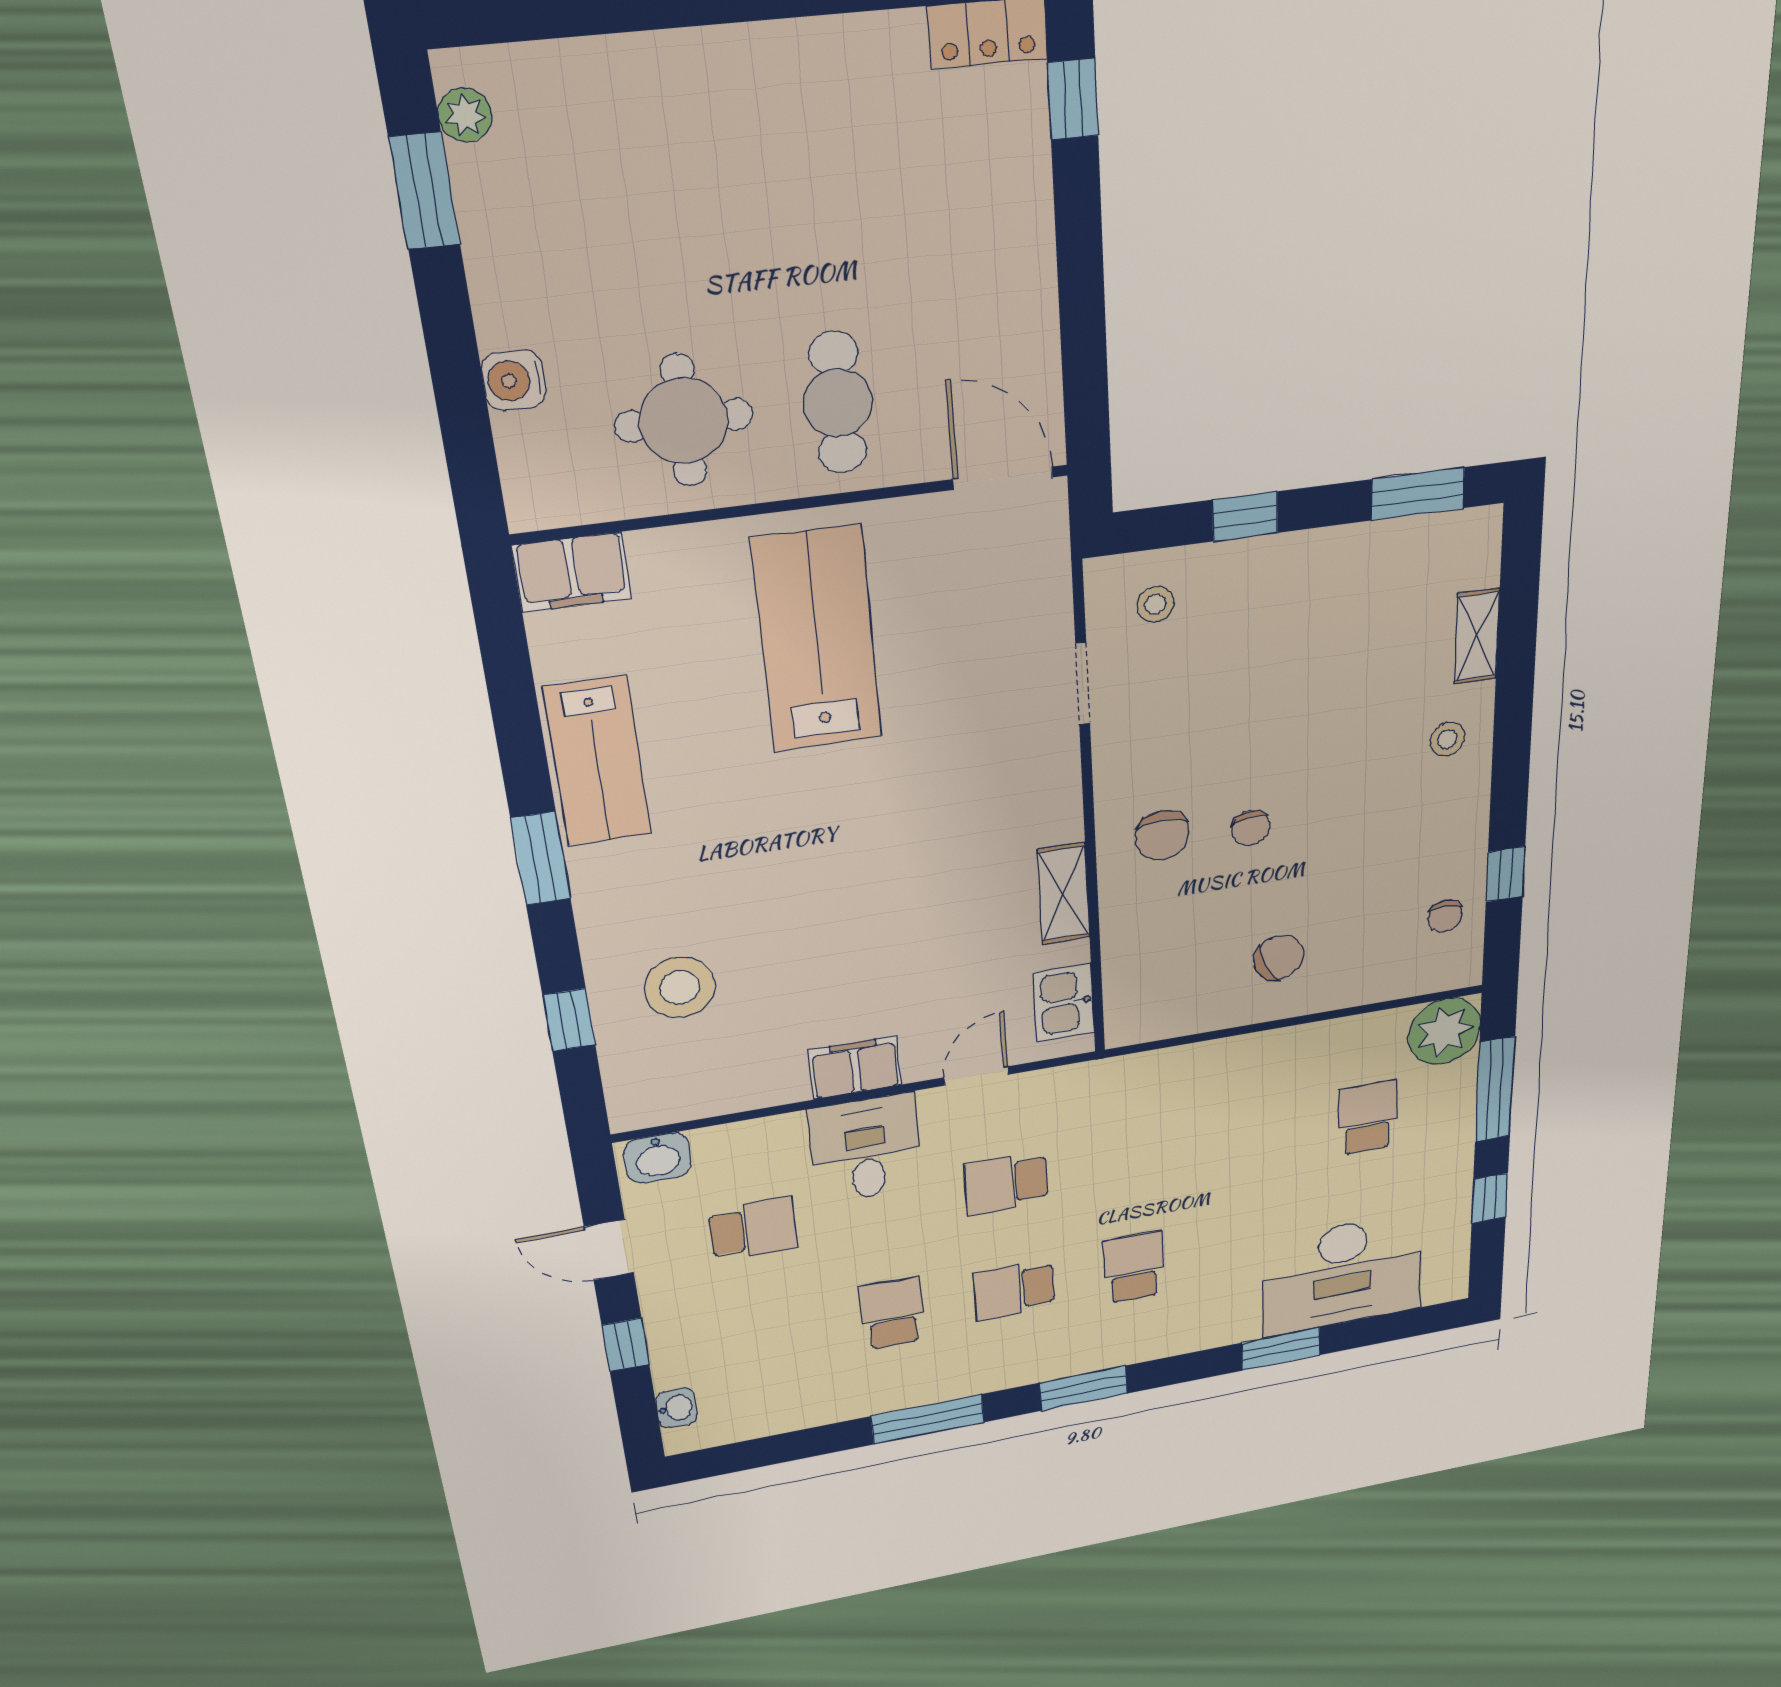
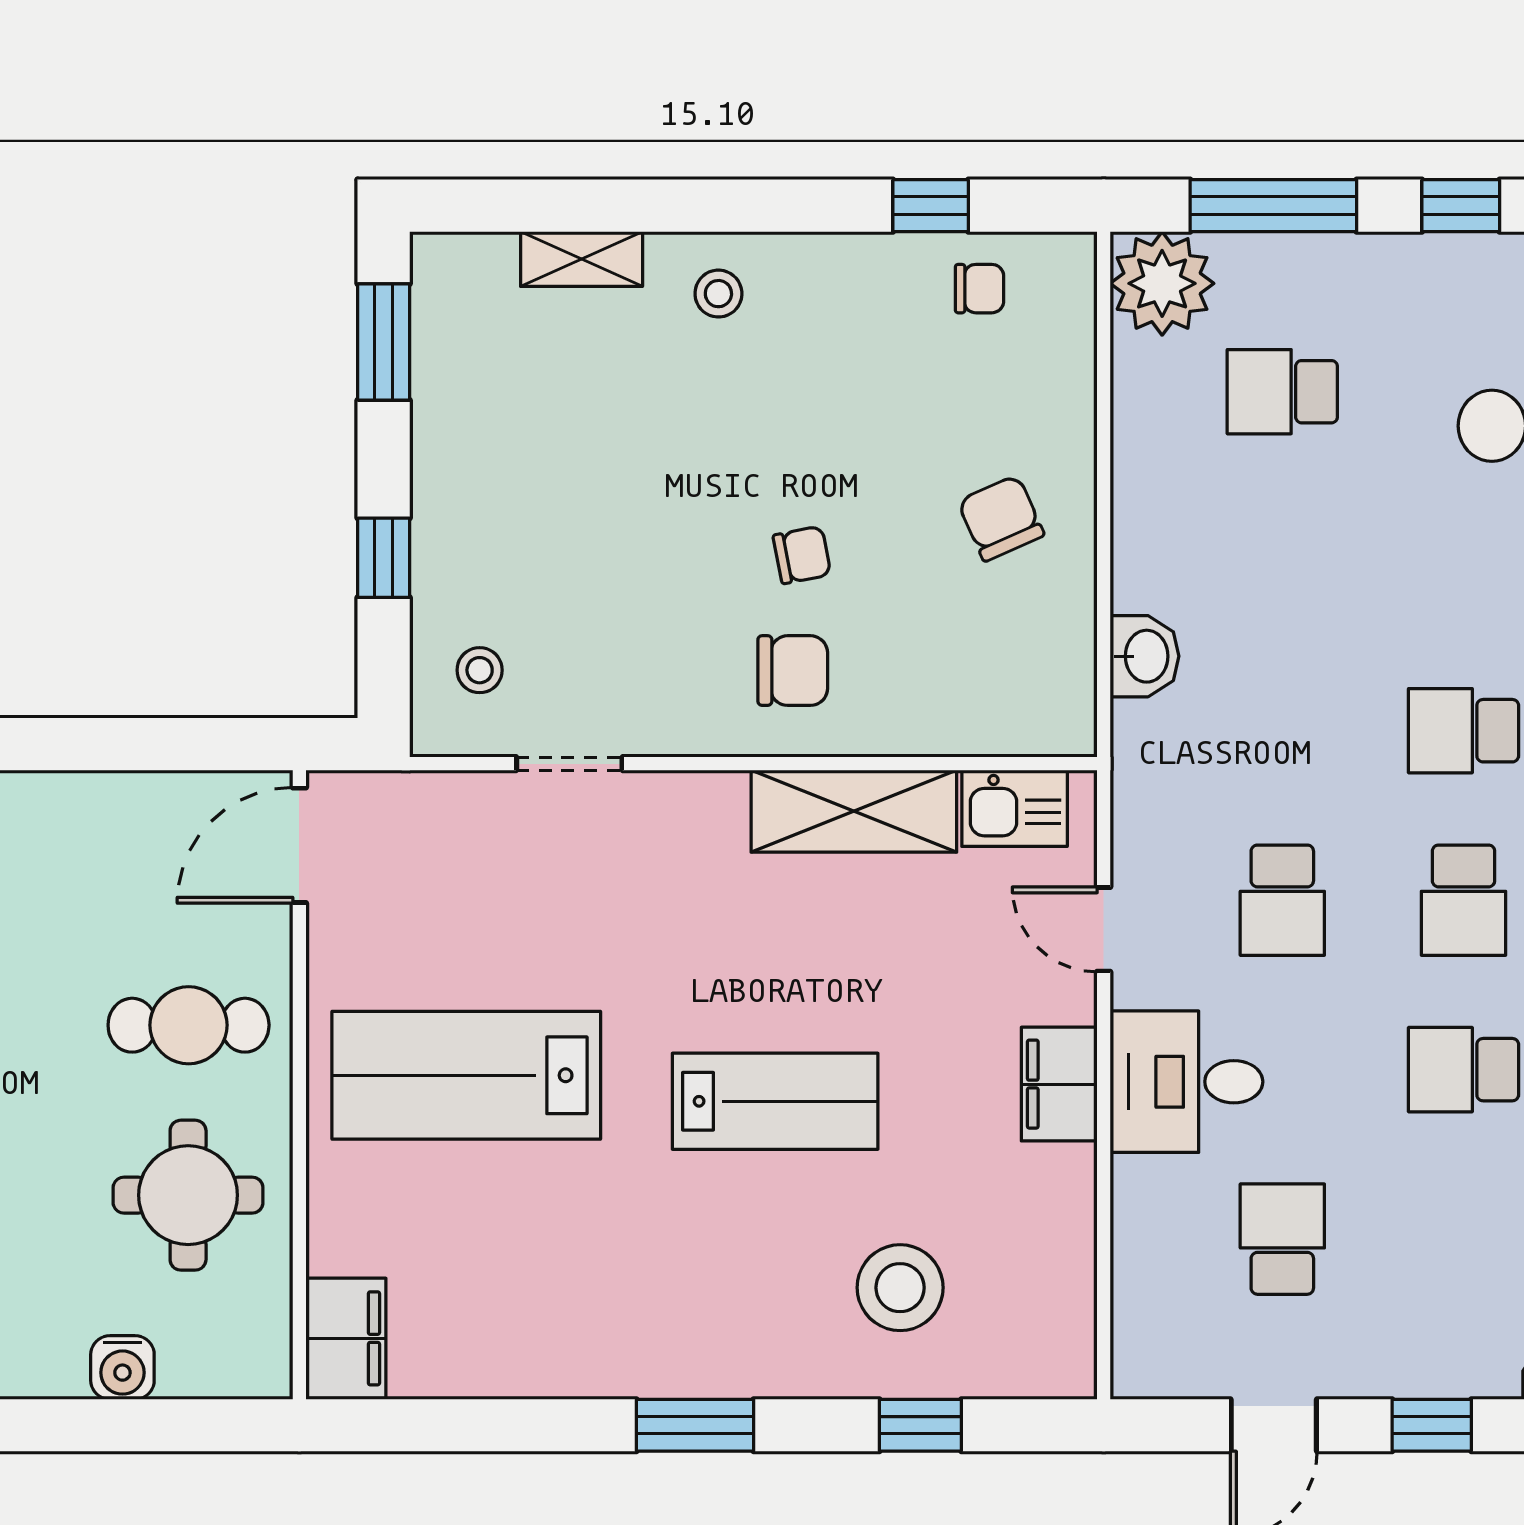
lab bench: (598, 762) -> (775, 1101), moved
shelving: (1064, 894) -> (854, 811), width x1.50, depth x1.33
washbasin: (658, 1158) -> (1145, 656), moved

